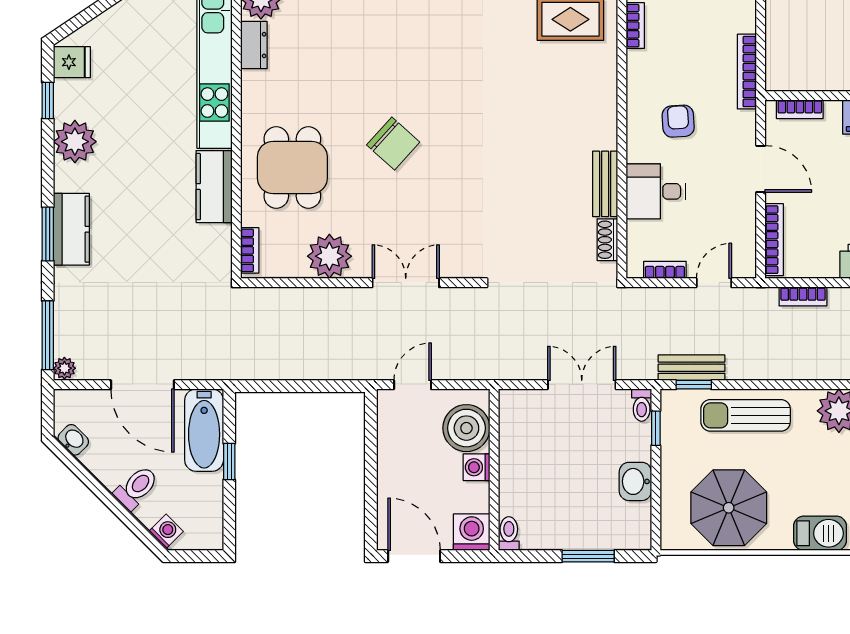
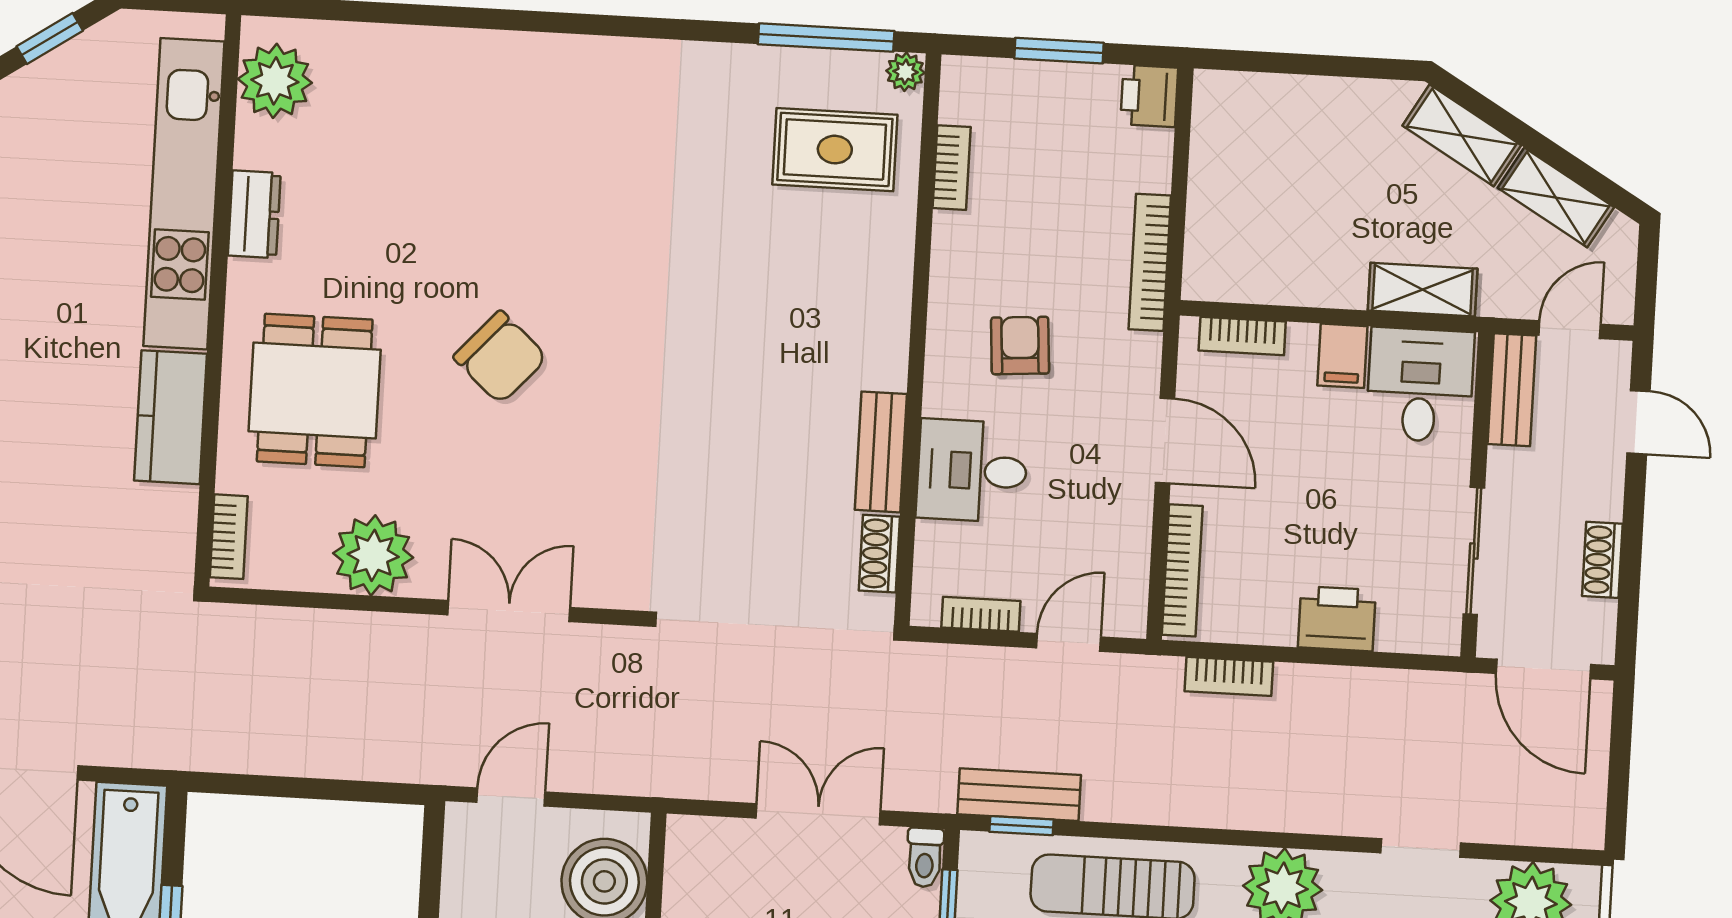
dresser: (254, 45) -> (254, 214), moved

